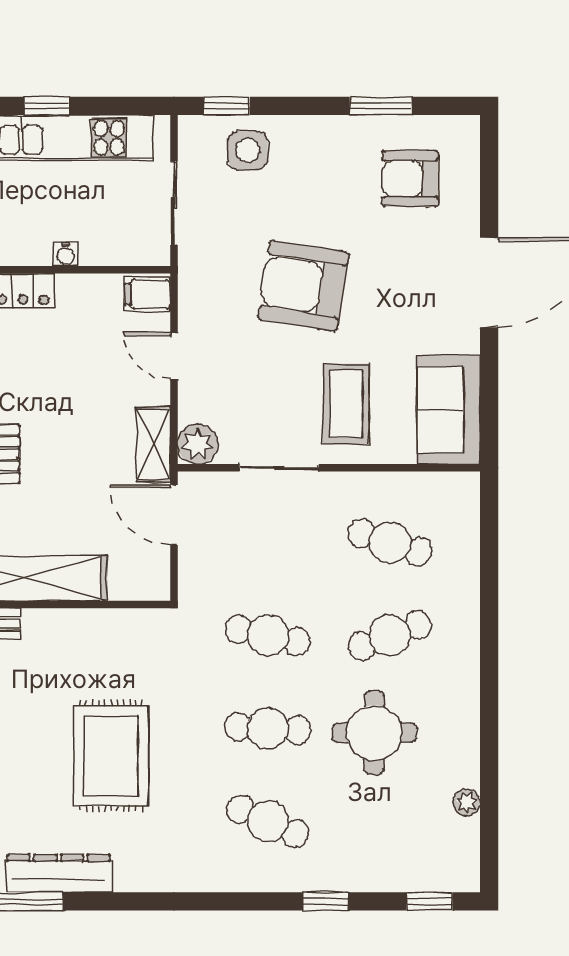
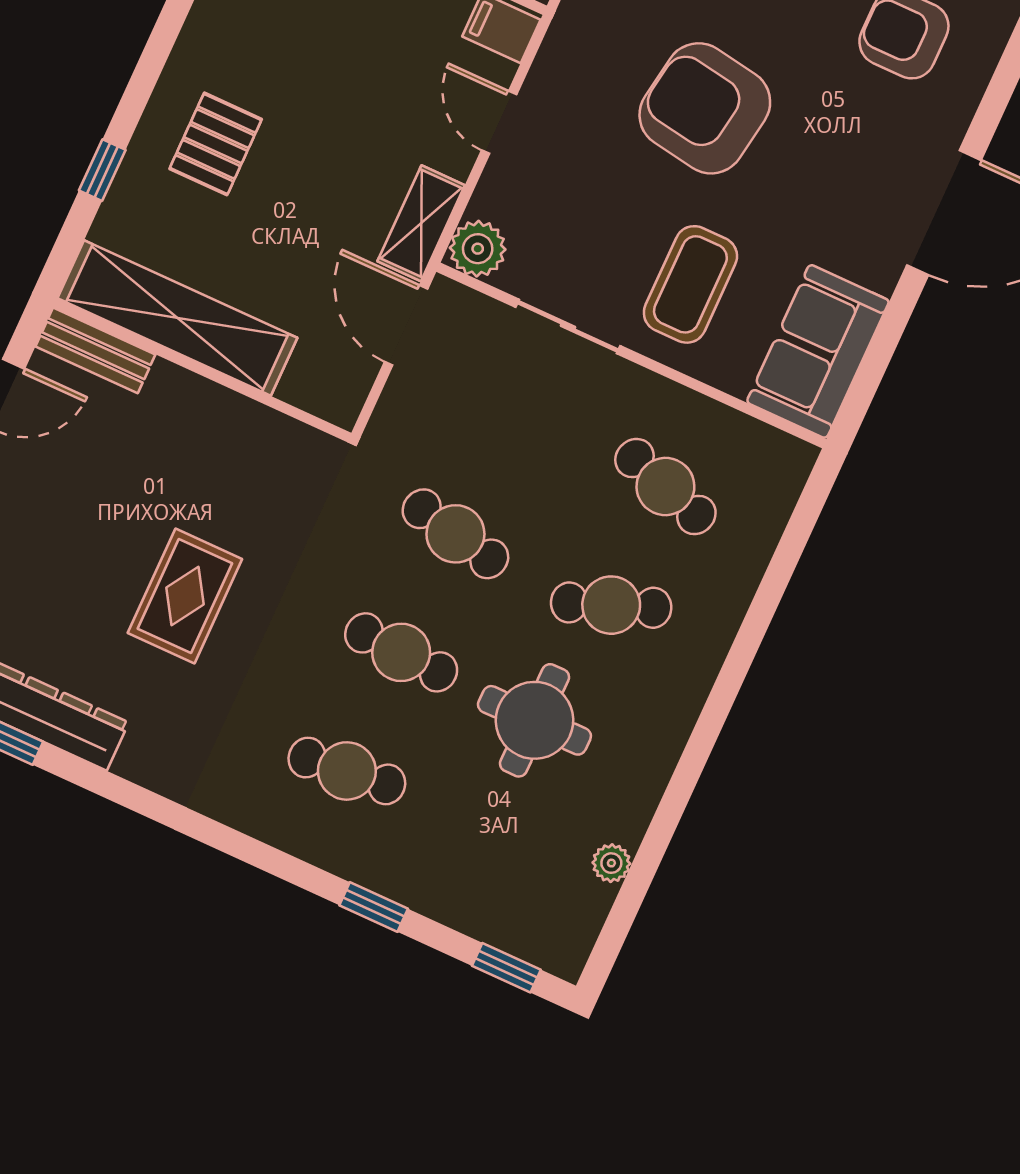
rug: (111, 756) -> (185, 596), width x0.73, depth x0.70
cafe table: (268, 821) -> (347, 771), turned -30

